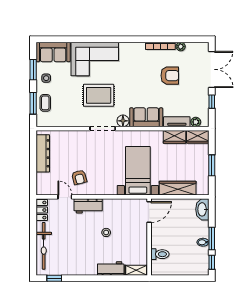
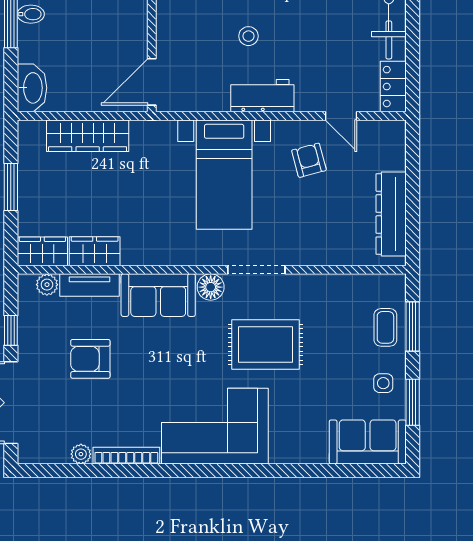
corner sofa: (95, 59) -> (215, 426), moved
armchair: (170, 76) -> (90, 359), moved
bed with nightstands: (138, 171) -> (224, 175), moved
workbench: (88, 206) -> (262, 96), moved

